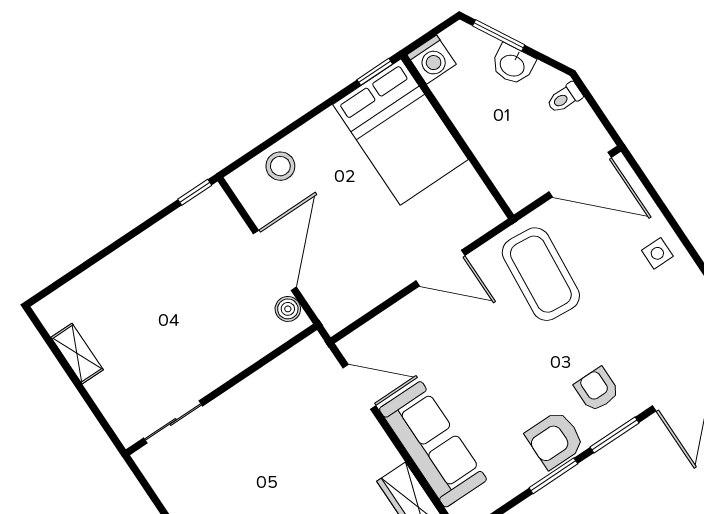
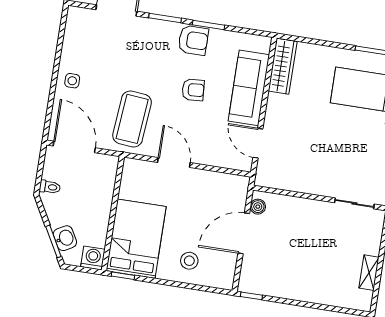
washbasin: (513, 65) -> (65, 238), moved
stool: (280, 166) -> (189, 261), moved
armchair: (597, 389) -> (193, 90), moved, turned -94

